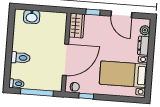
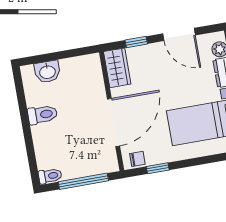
toilet: (20, 58) -> (42, 115), moved

